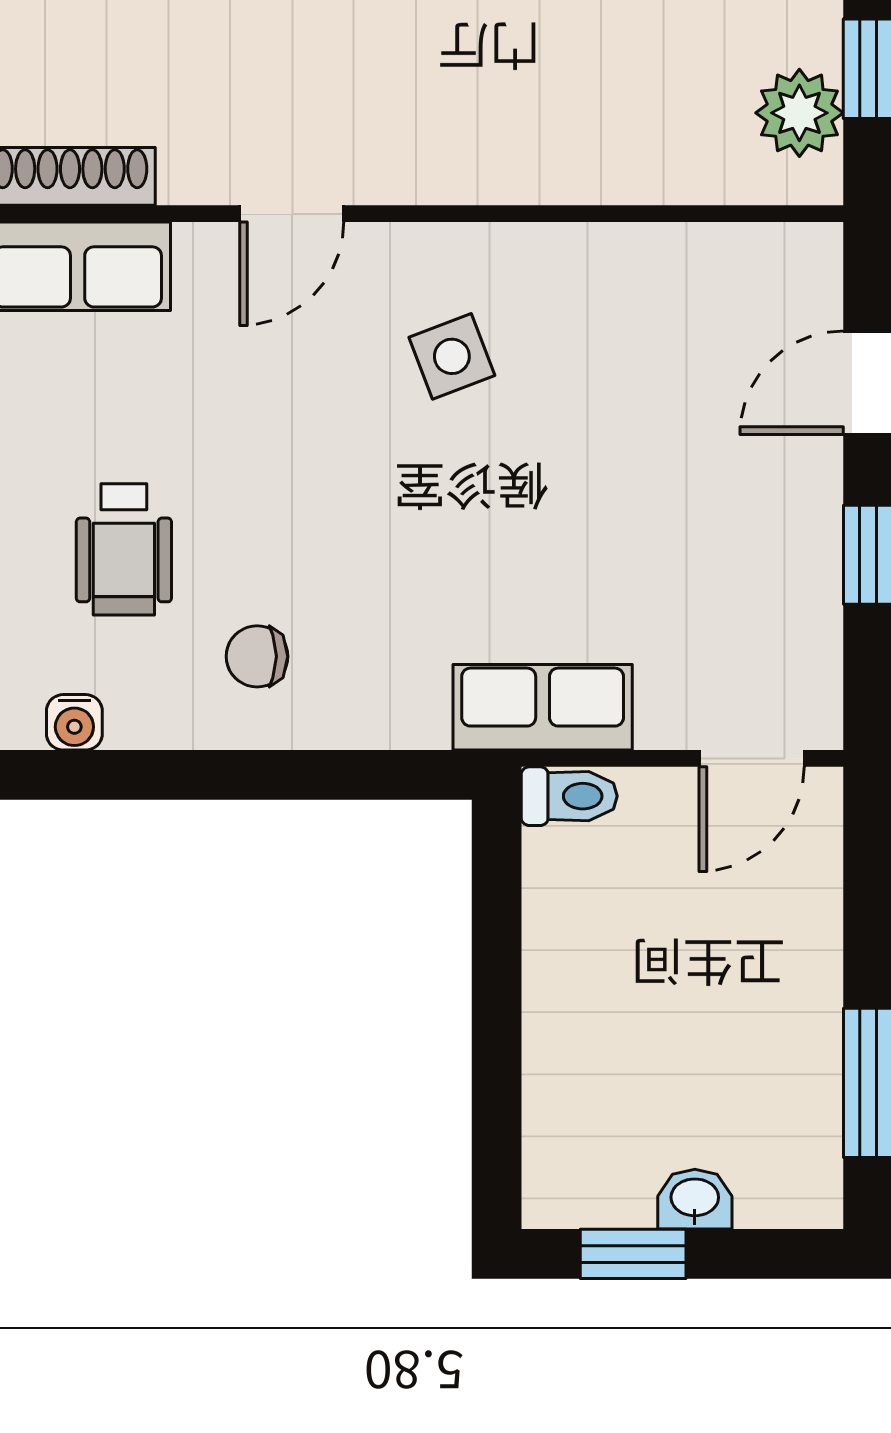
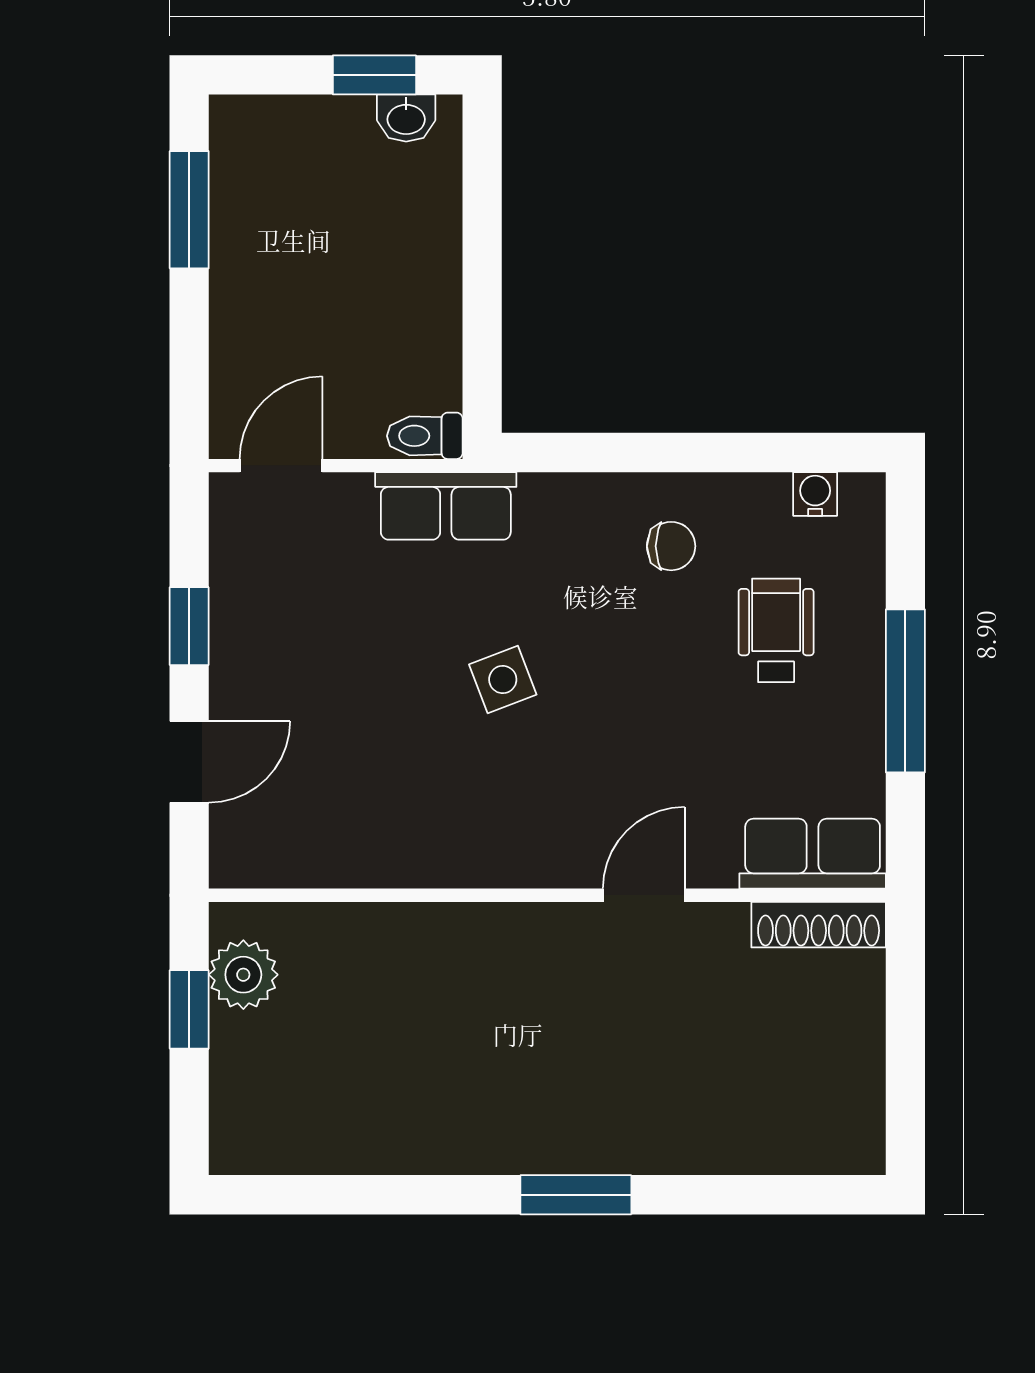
side table: (452, 356) -> (503, 680), moved
washbasin: (695, 1199) -> (406, 118), moved

